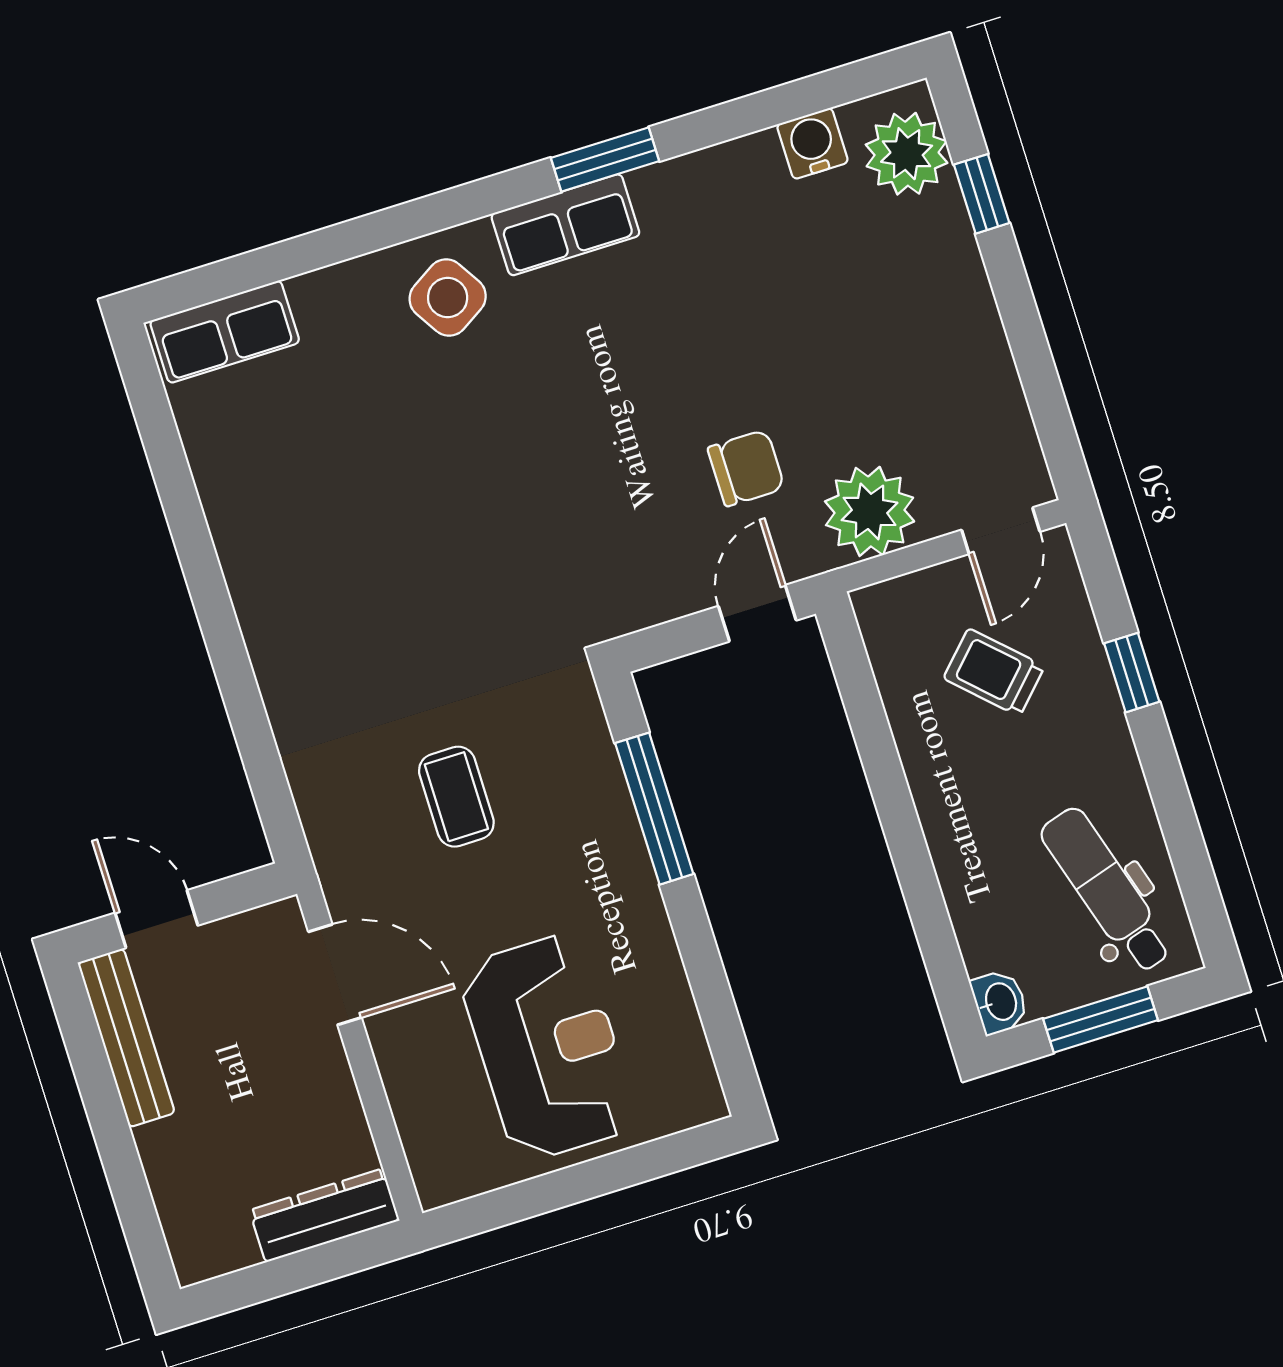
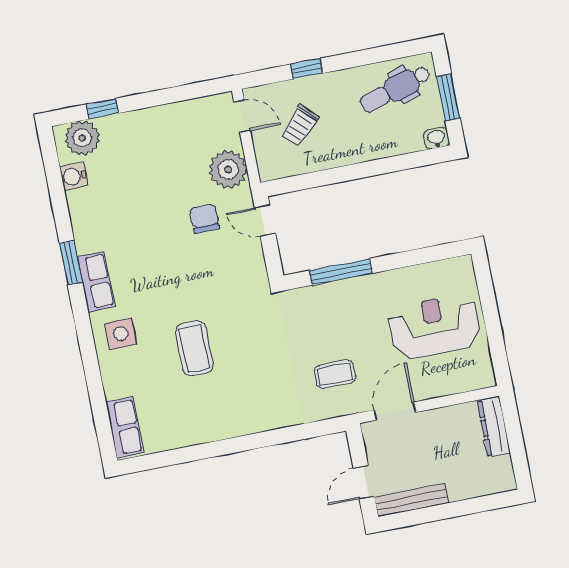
side table: (448, 298) -> (121, 334), turned 32
coffee table: (432, 478) -> (194, 348), added
coffee table: (456, 797) -> (335, 374), moved

